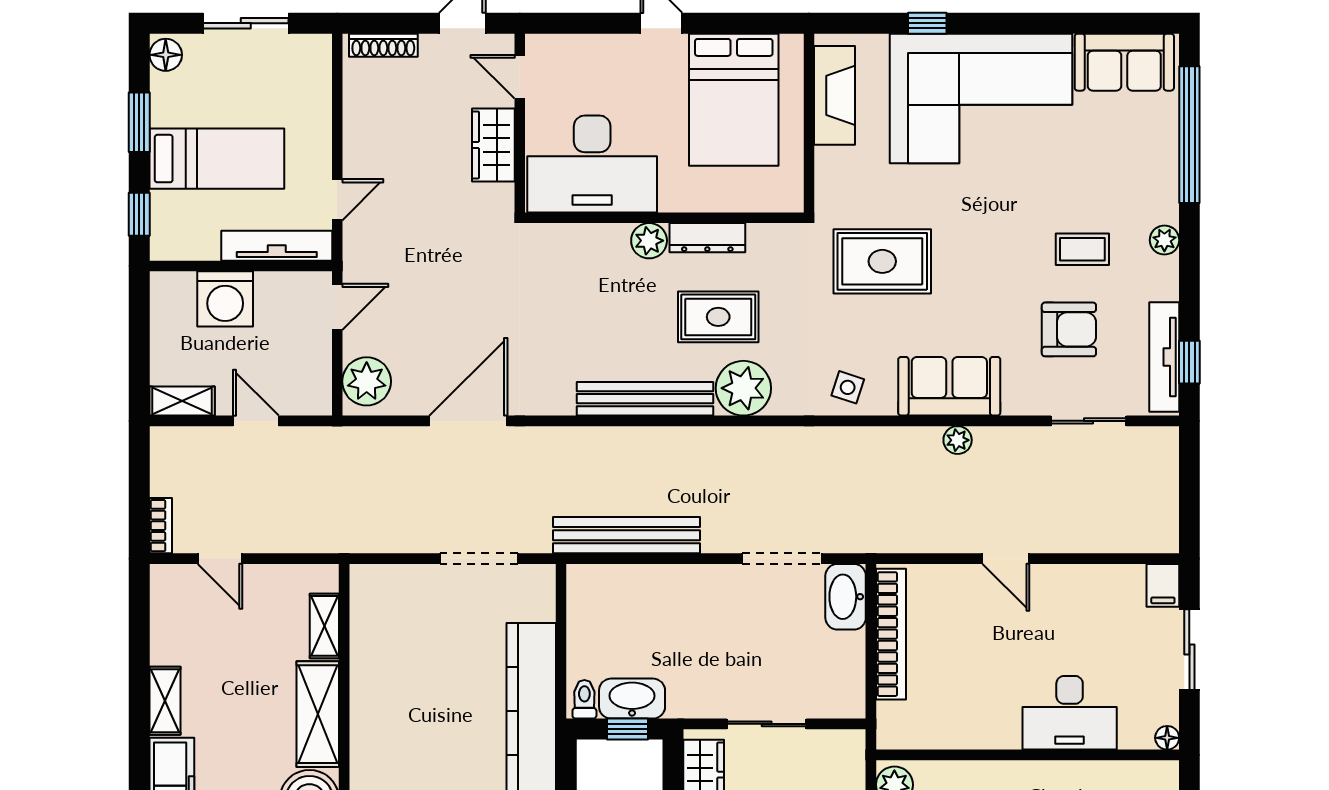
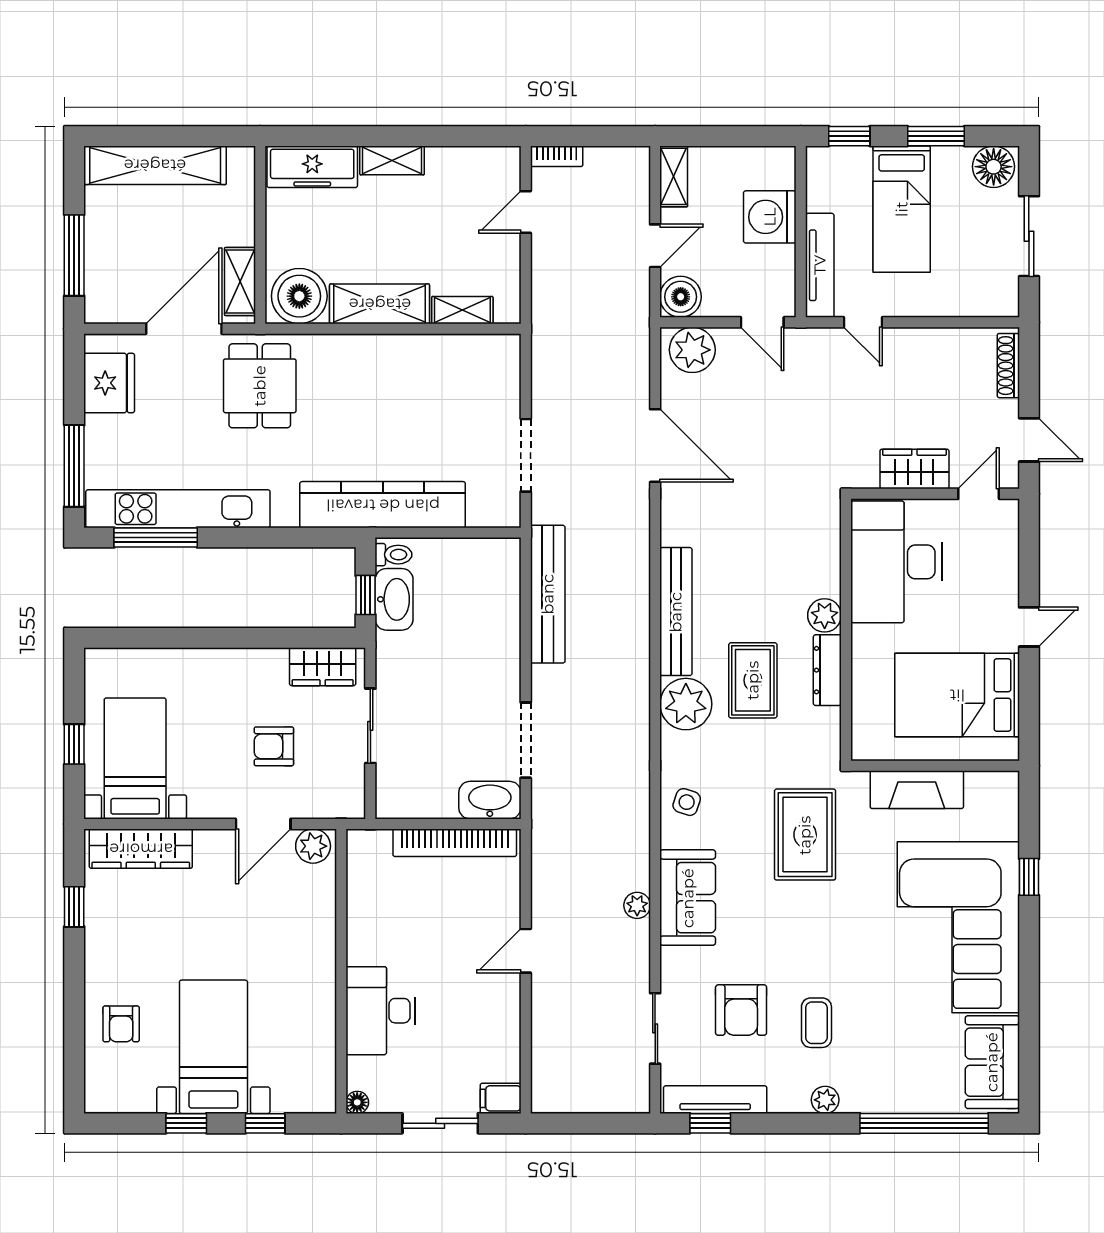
floor lamp: (166, 55) -> (994, 167), width x1.38, depth x1.38
fireplace: (834, 95) -> (917, 790), moved
boiler: (310, 394) -> (681, 297), added

